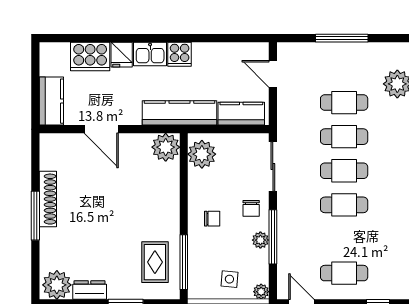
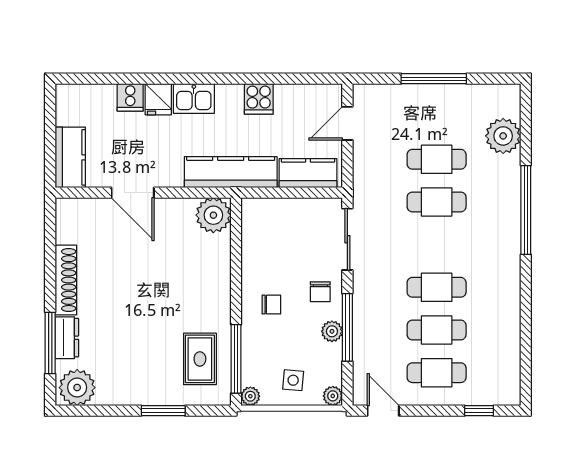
cooker: (180, 54) -> (259, 99), moved
cooker: (90, 56) -> (130, 97), width x0.53, depth x0.76
door: (273, 74) -> (347, 123), hinge flipped
plant: (202, 154) -> (250, 396), moved, width x0.53, depth x0.53
cafe table: (344, 171) -> (437, 330), moved
window: (35, 216) -> (50, 343), moved
dresser: (90, 290) -> (67, 338), moved, turned 90

